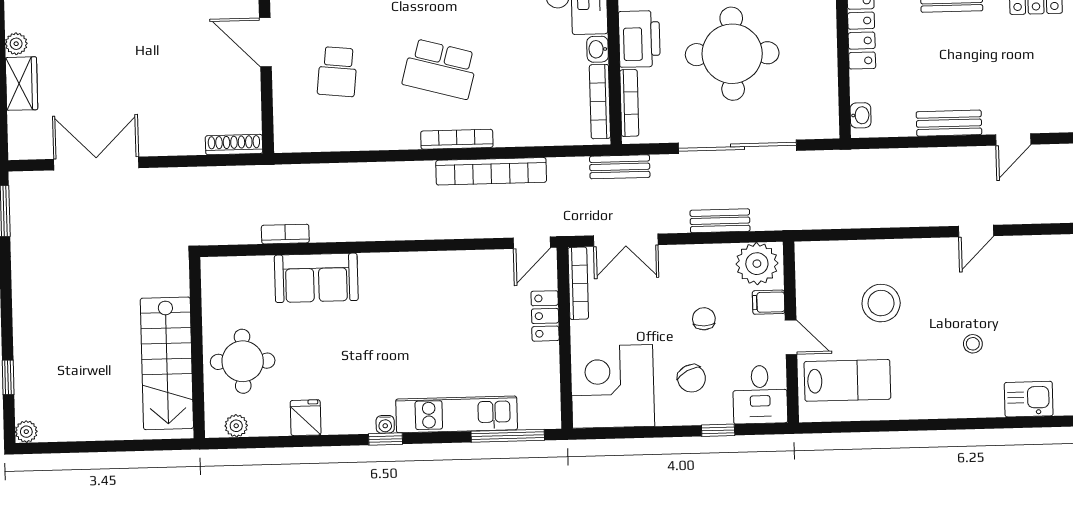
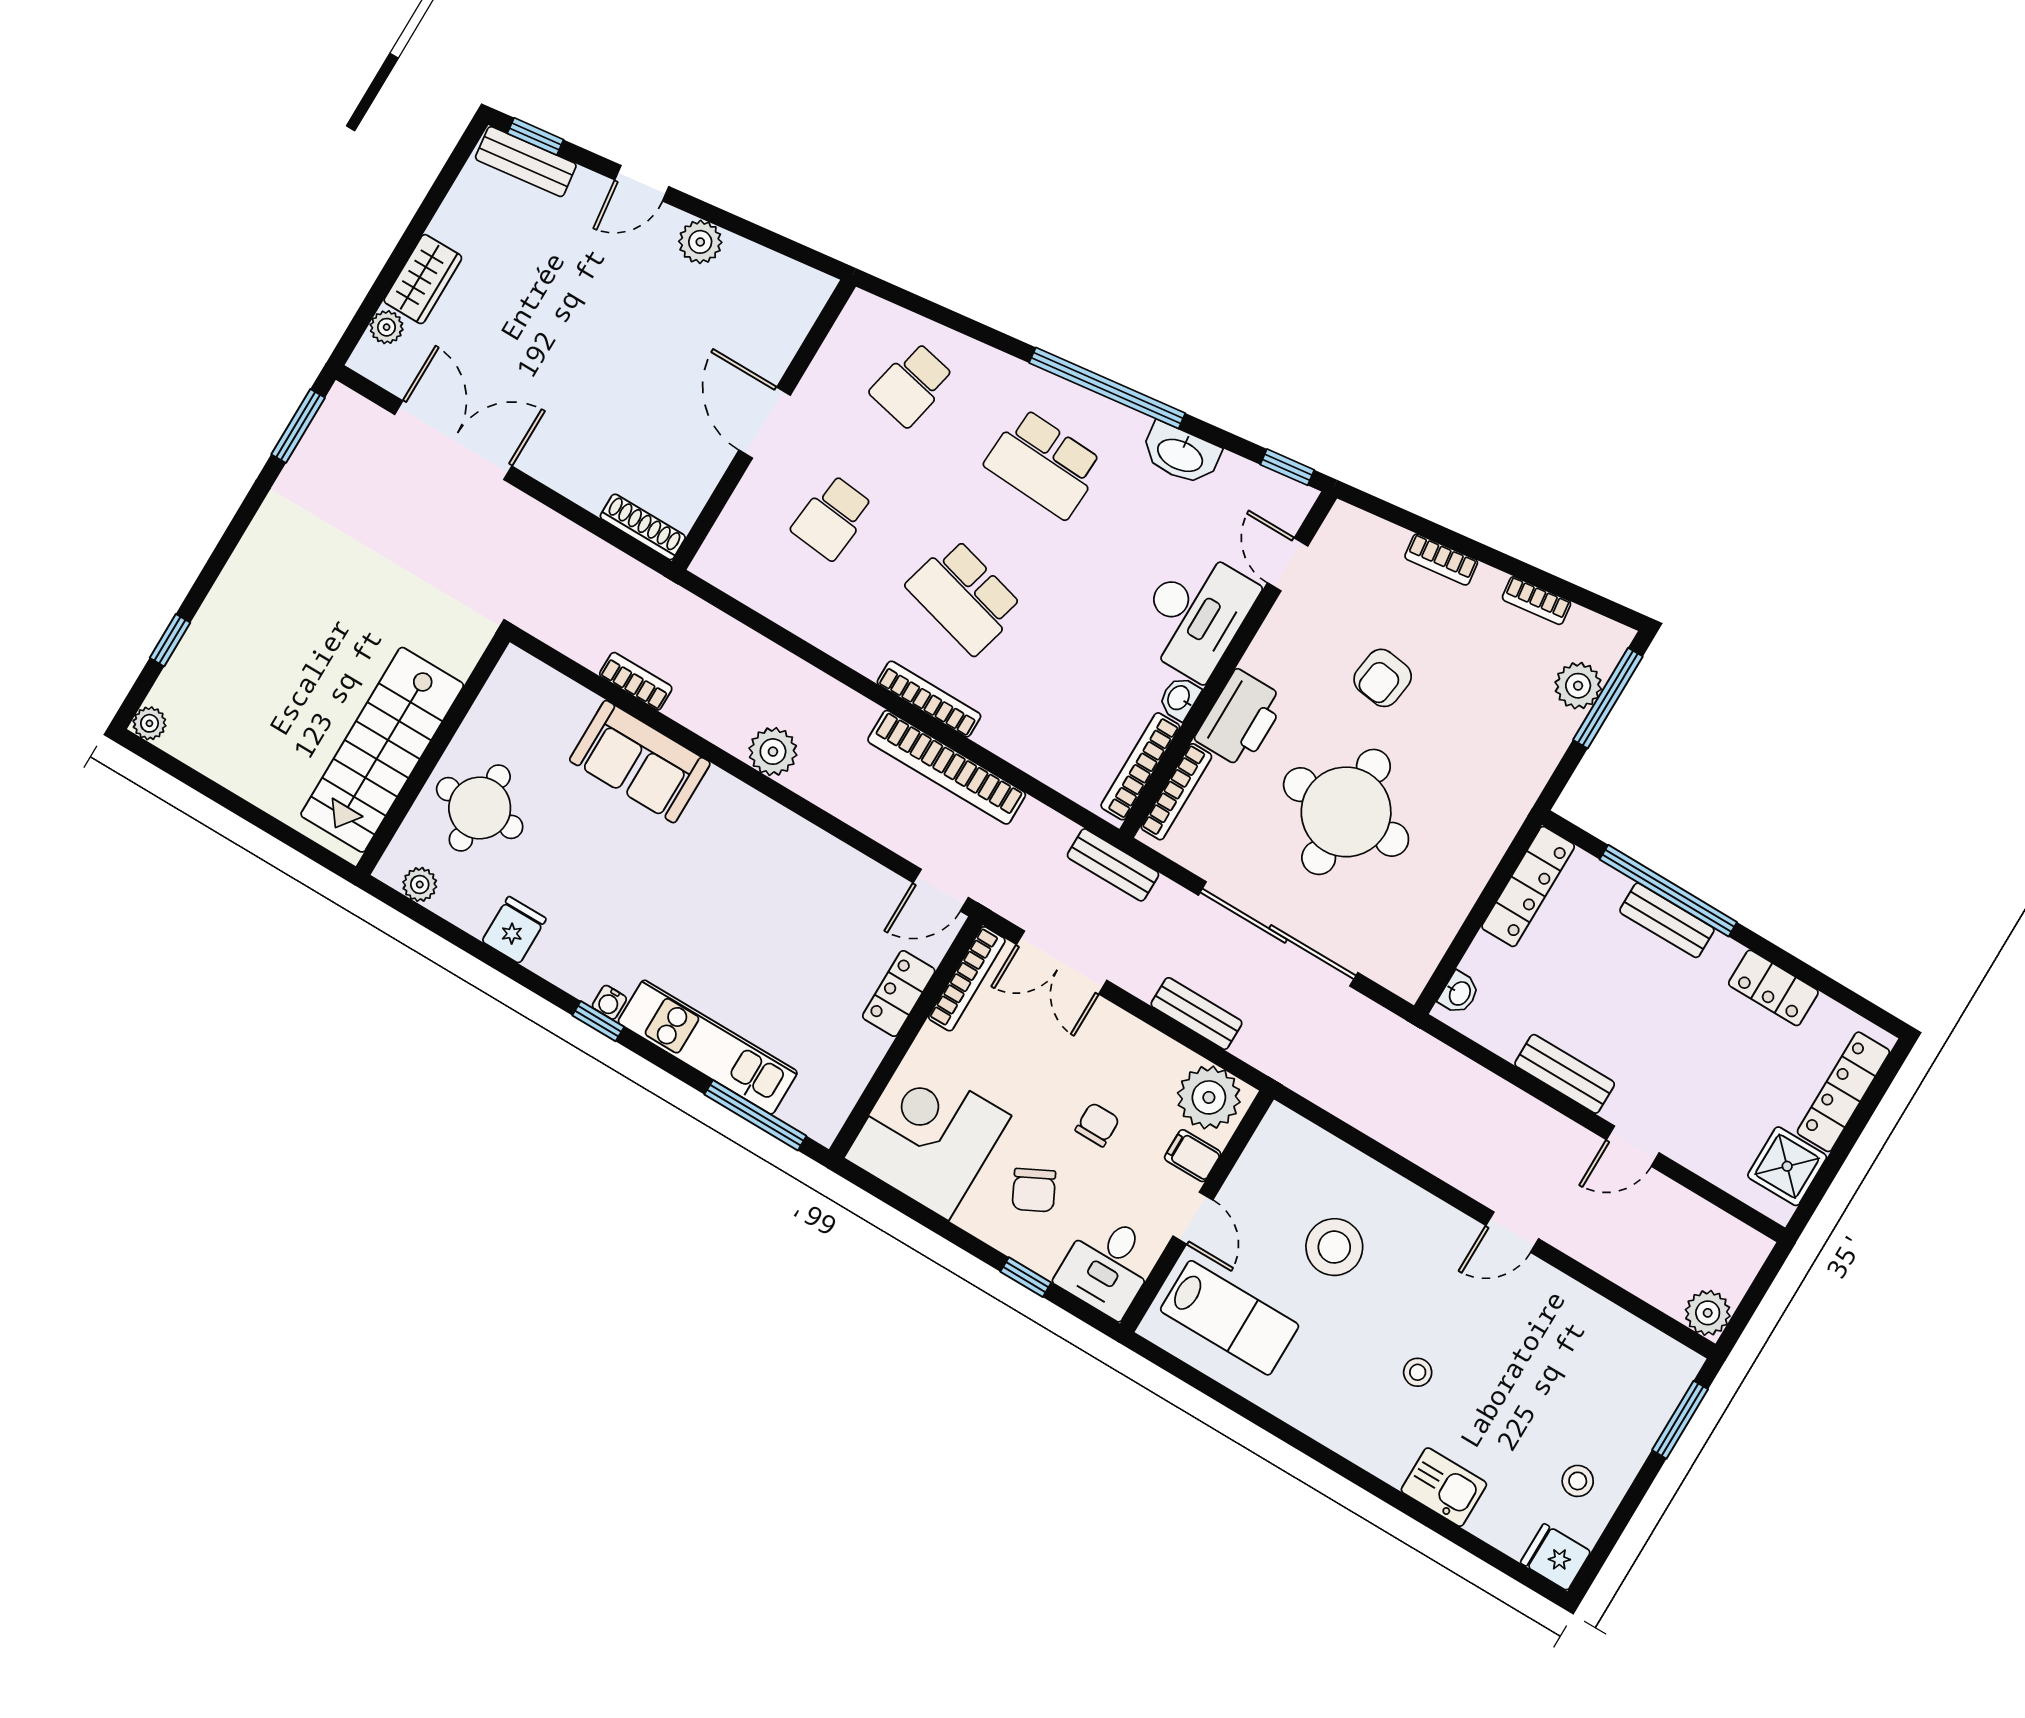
plant: (16, 44) -> (387, 327), moved
plant: (388, 225) -> (773, 752), added

